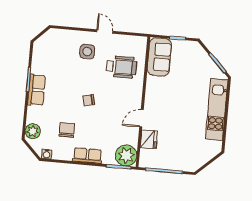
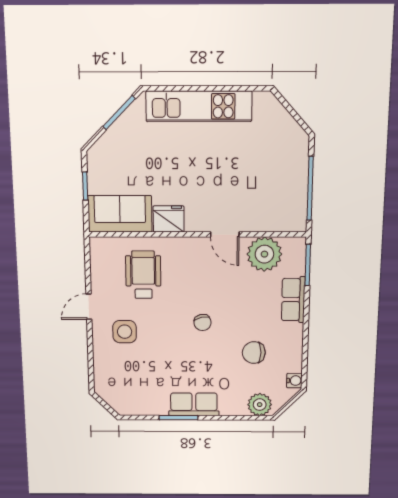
fridge: (149, 139) -> (169, 219), moved
plant: (126, 155) -> (264, 254), moved
row of seats: (87, 156) -> (293, 300), moved

